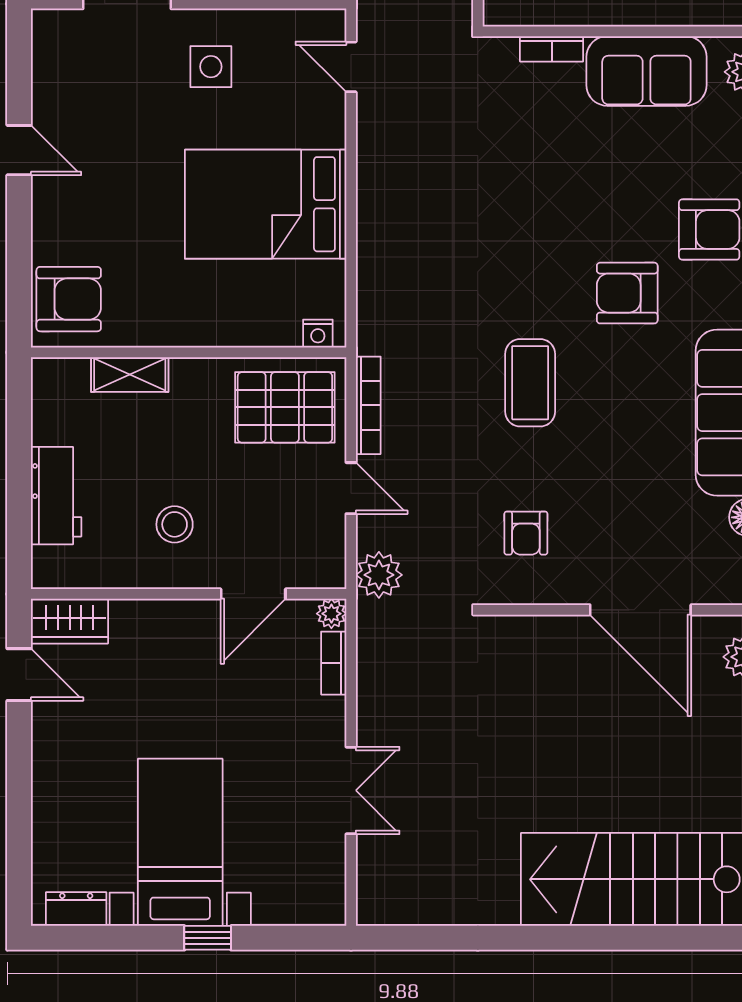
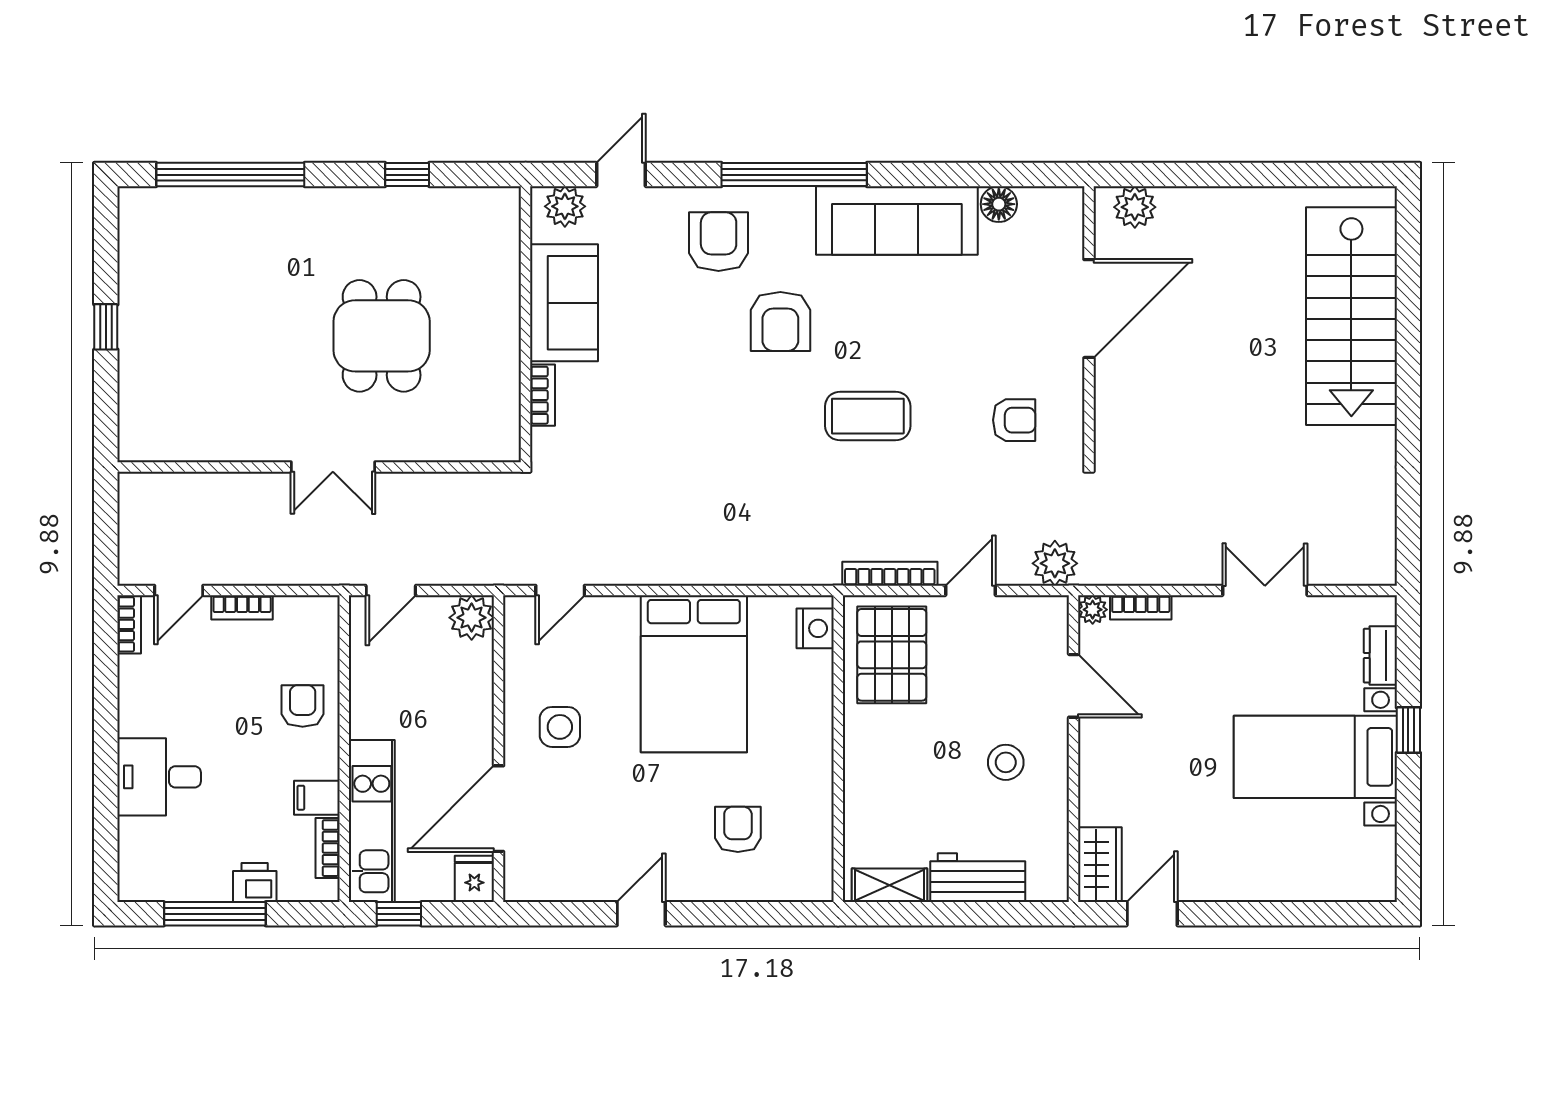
armchair: (69, 299) -> (738, 829), moved, width x0.72, depth x0.72
nightstand: (318, 334) -> (815, 628), width x1.39, depth x1.35
shelving: (130, 374) -> (890, 885), moved, turned 90
dresser: (76, 909) -> (1380, 656), moved

